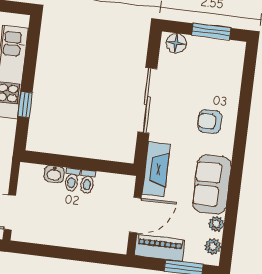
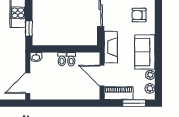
window: (25, 105) -> (29, 29), moved
washbasin: (54, 174) -> (36, 57), moved
door: (135, 215) -> (102, 76), swing flipped

